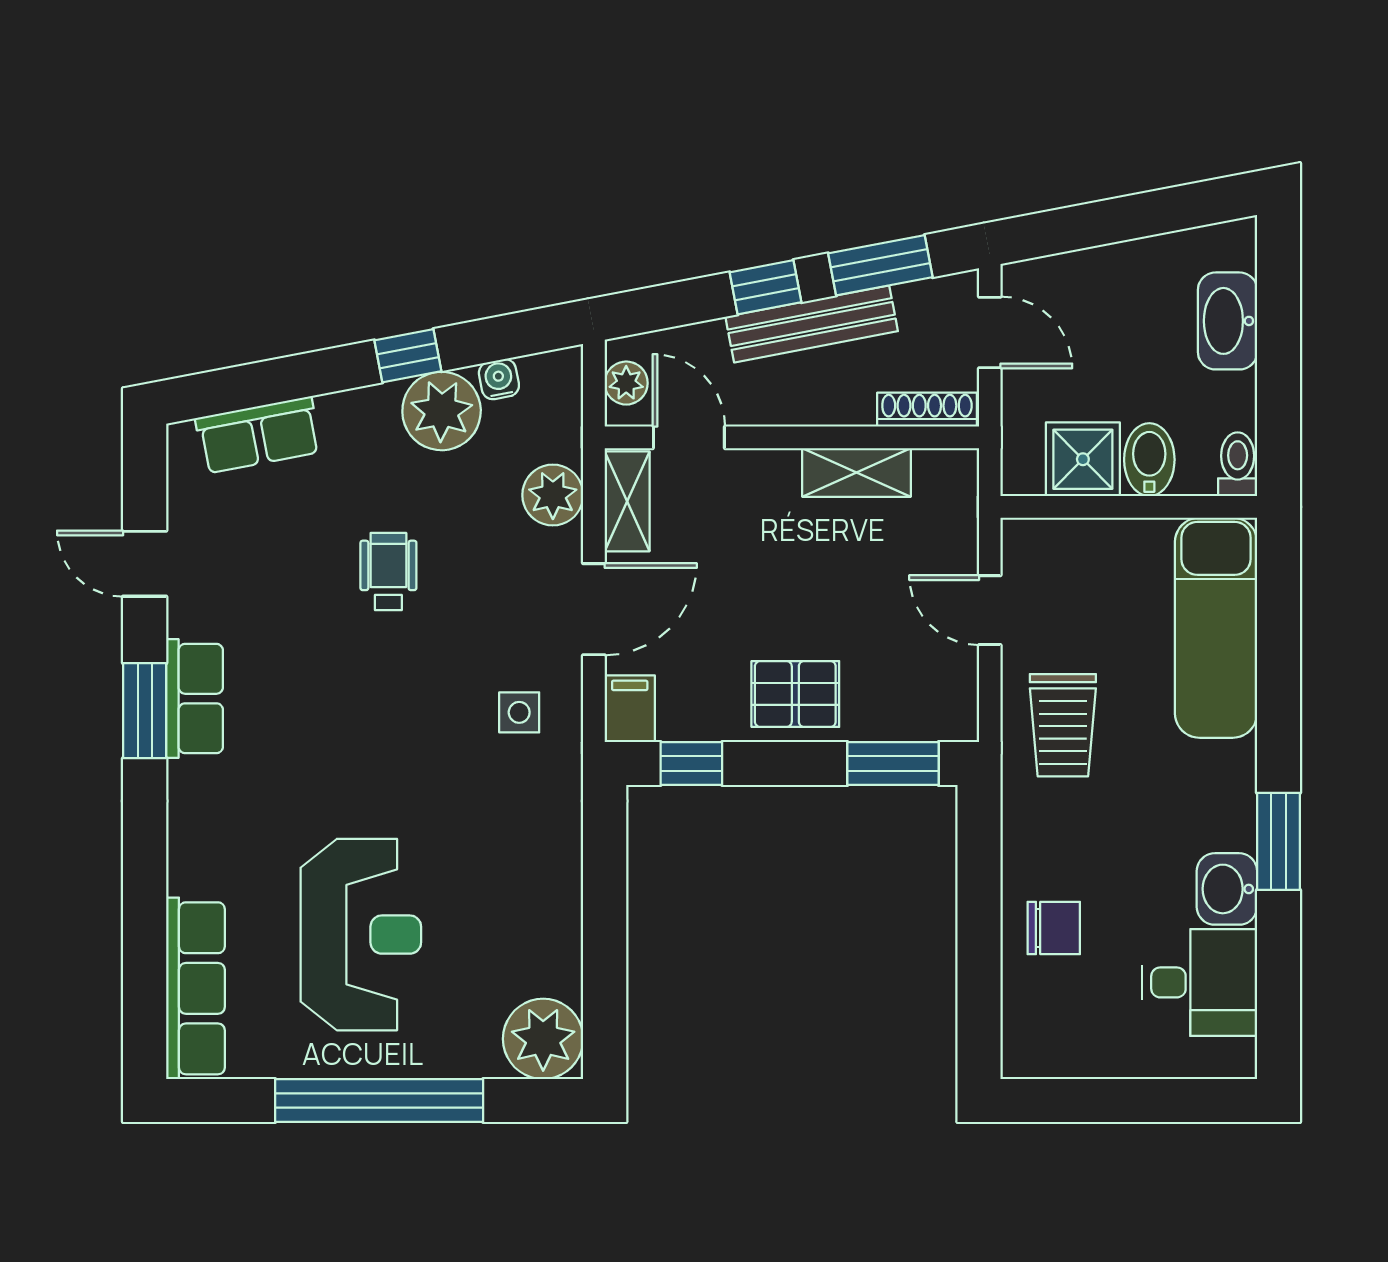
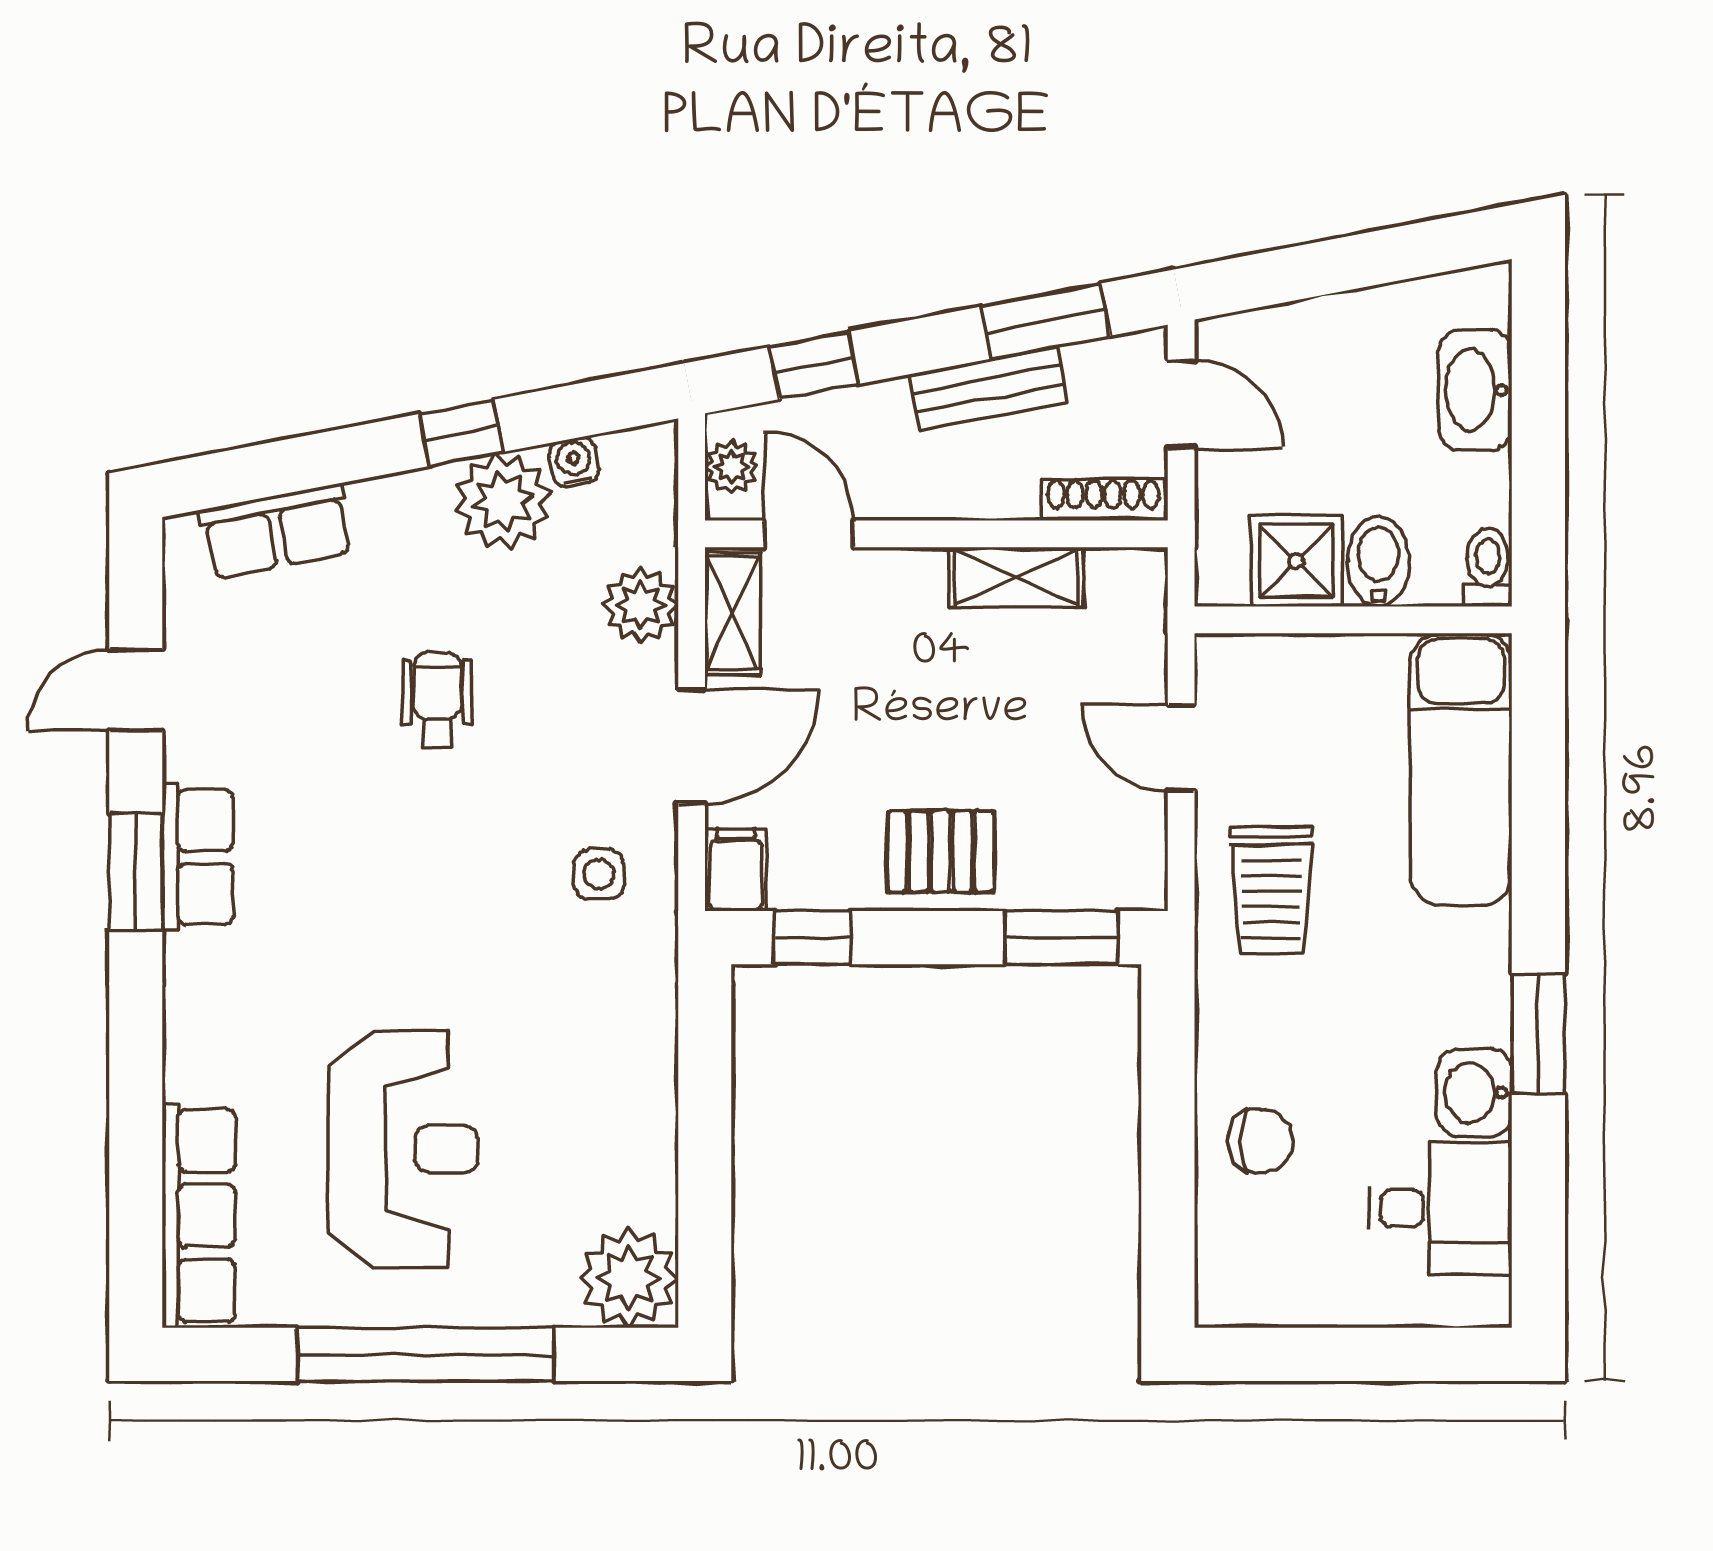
window: (766, 287) -> (814, 366), moved
bench: (812, 324) -> (988, 389), width x0.73
door: (145, 564) -> (136, 690), hinge flipped

